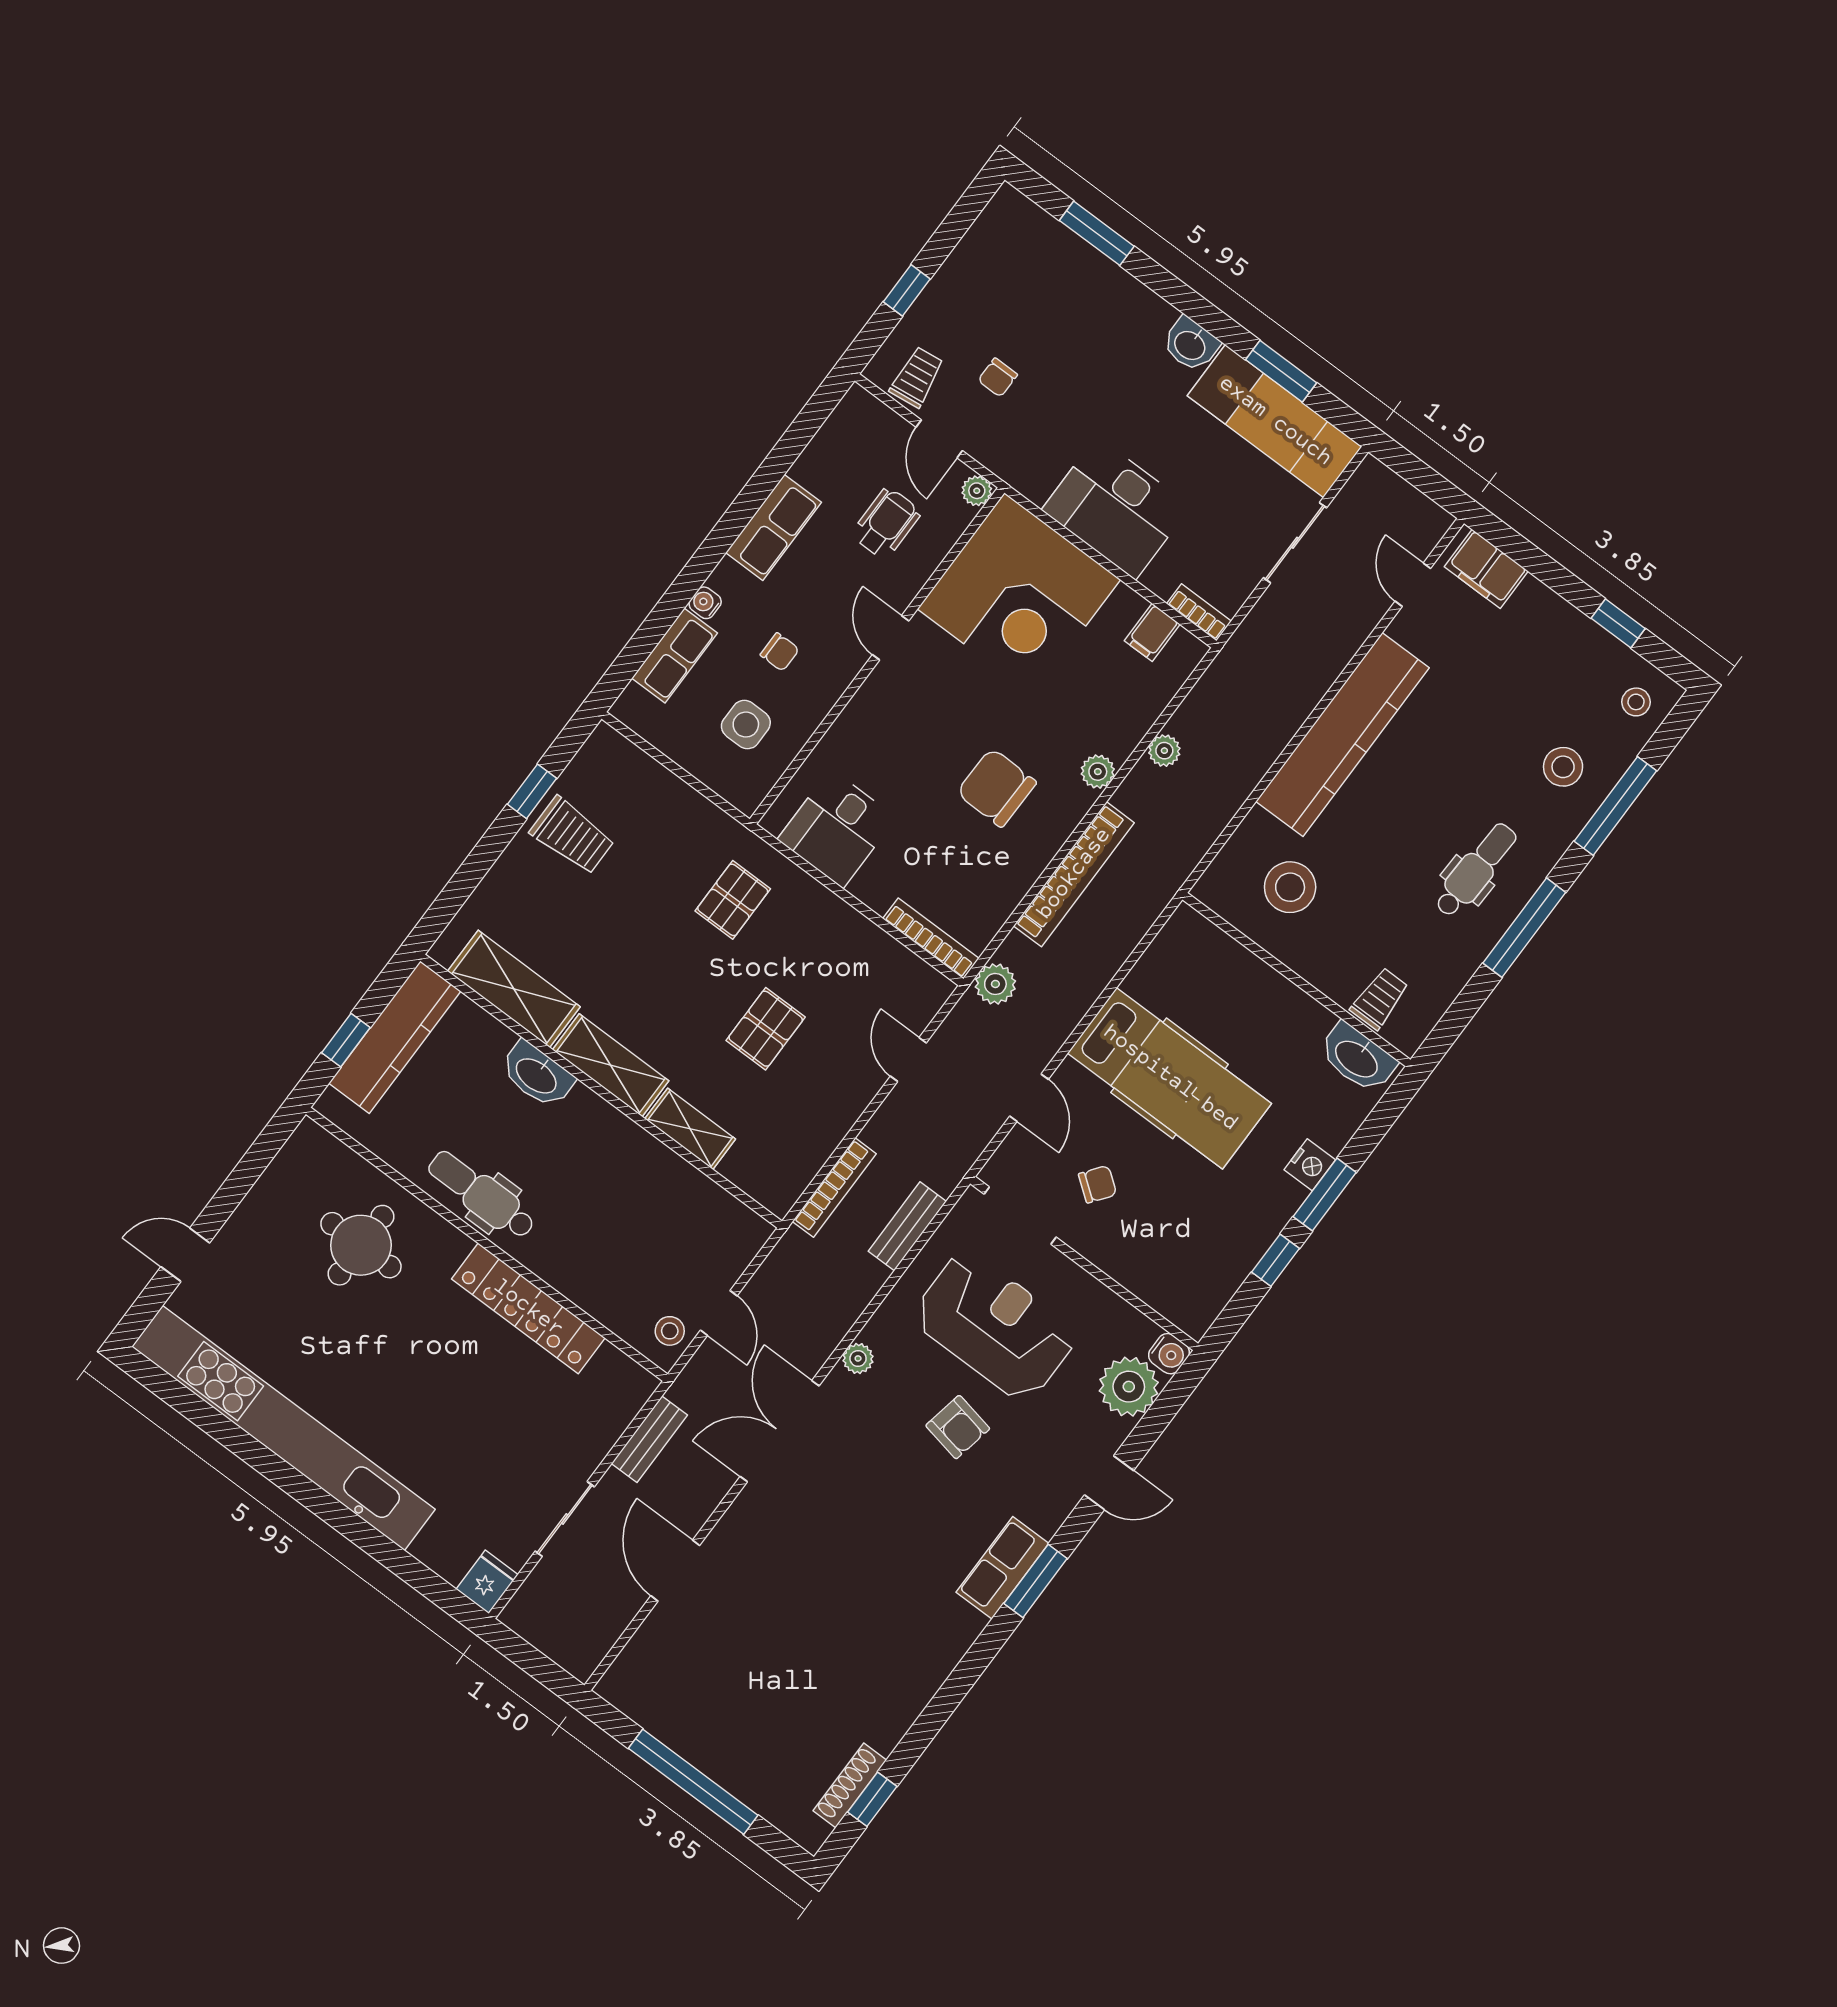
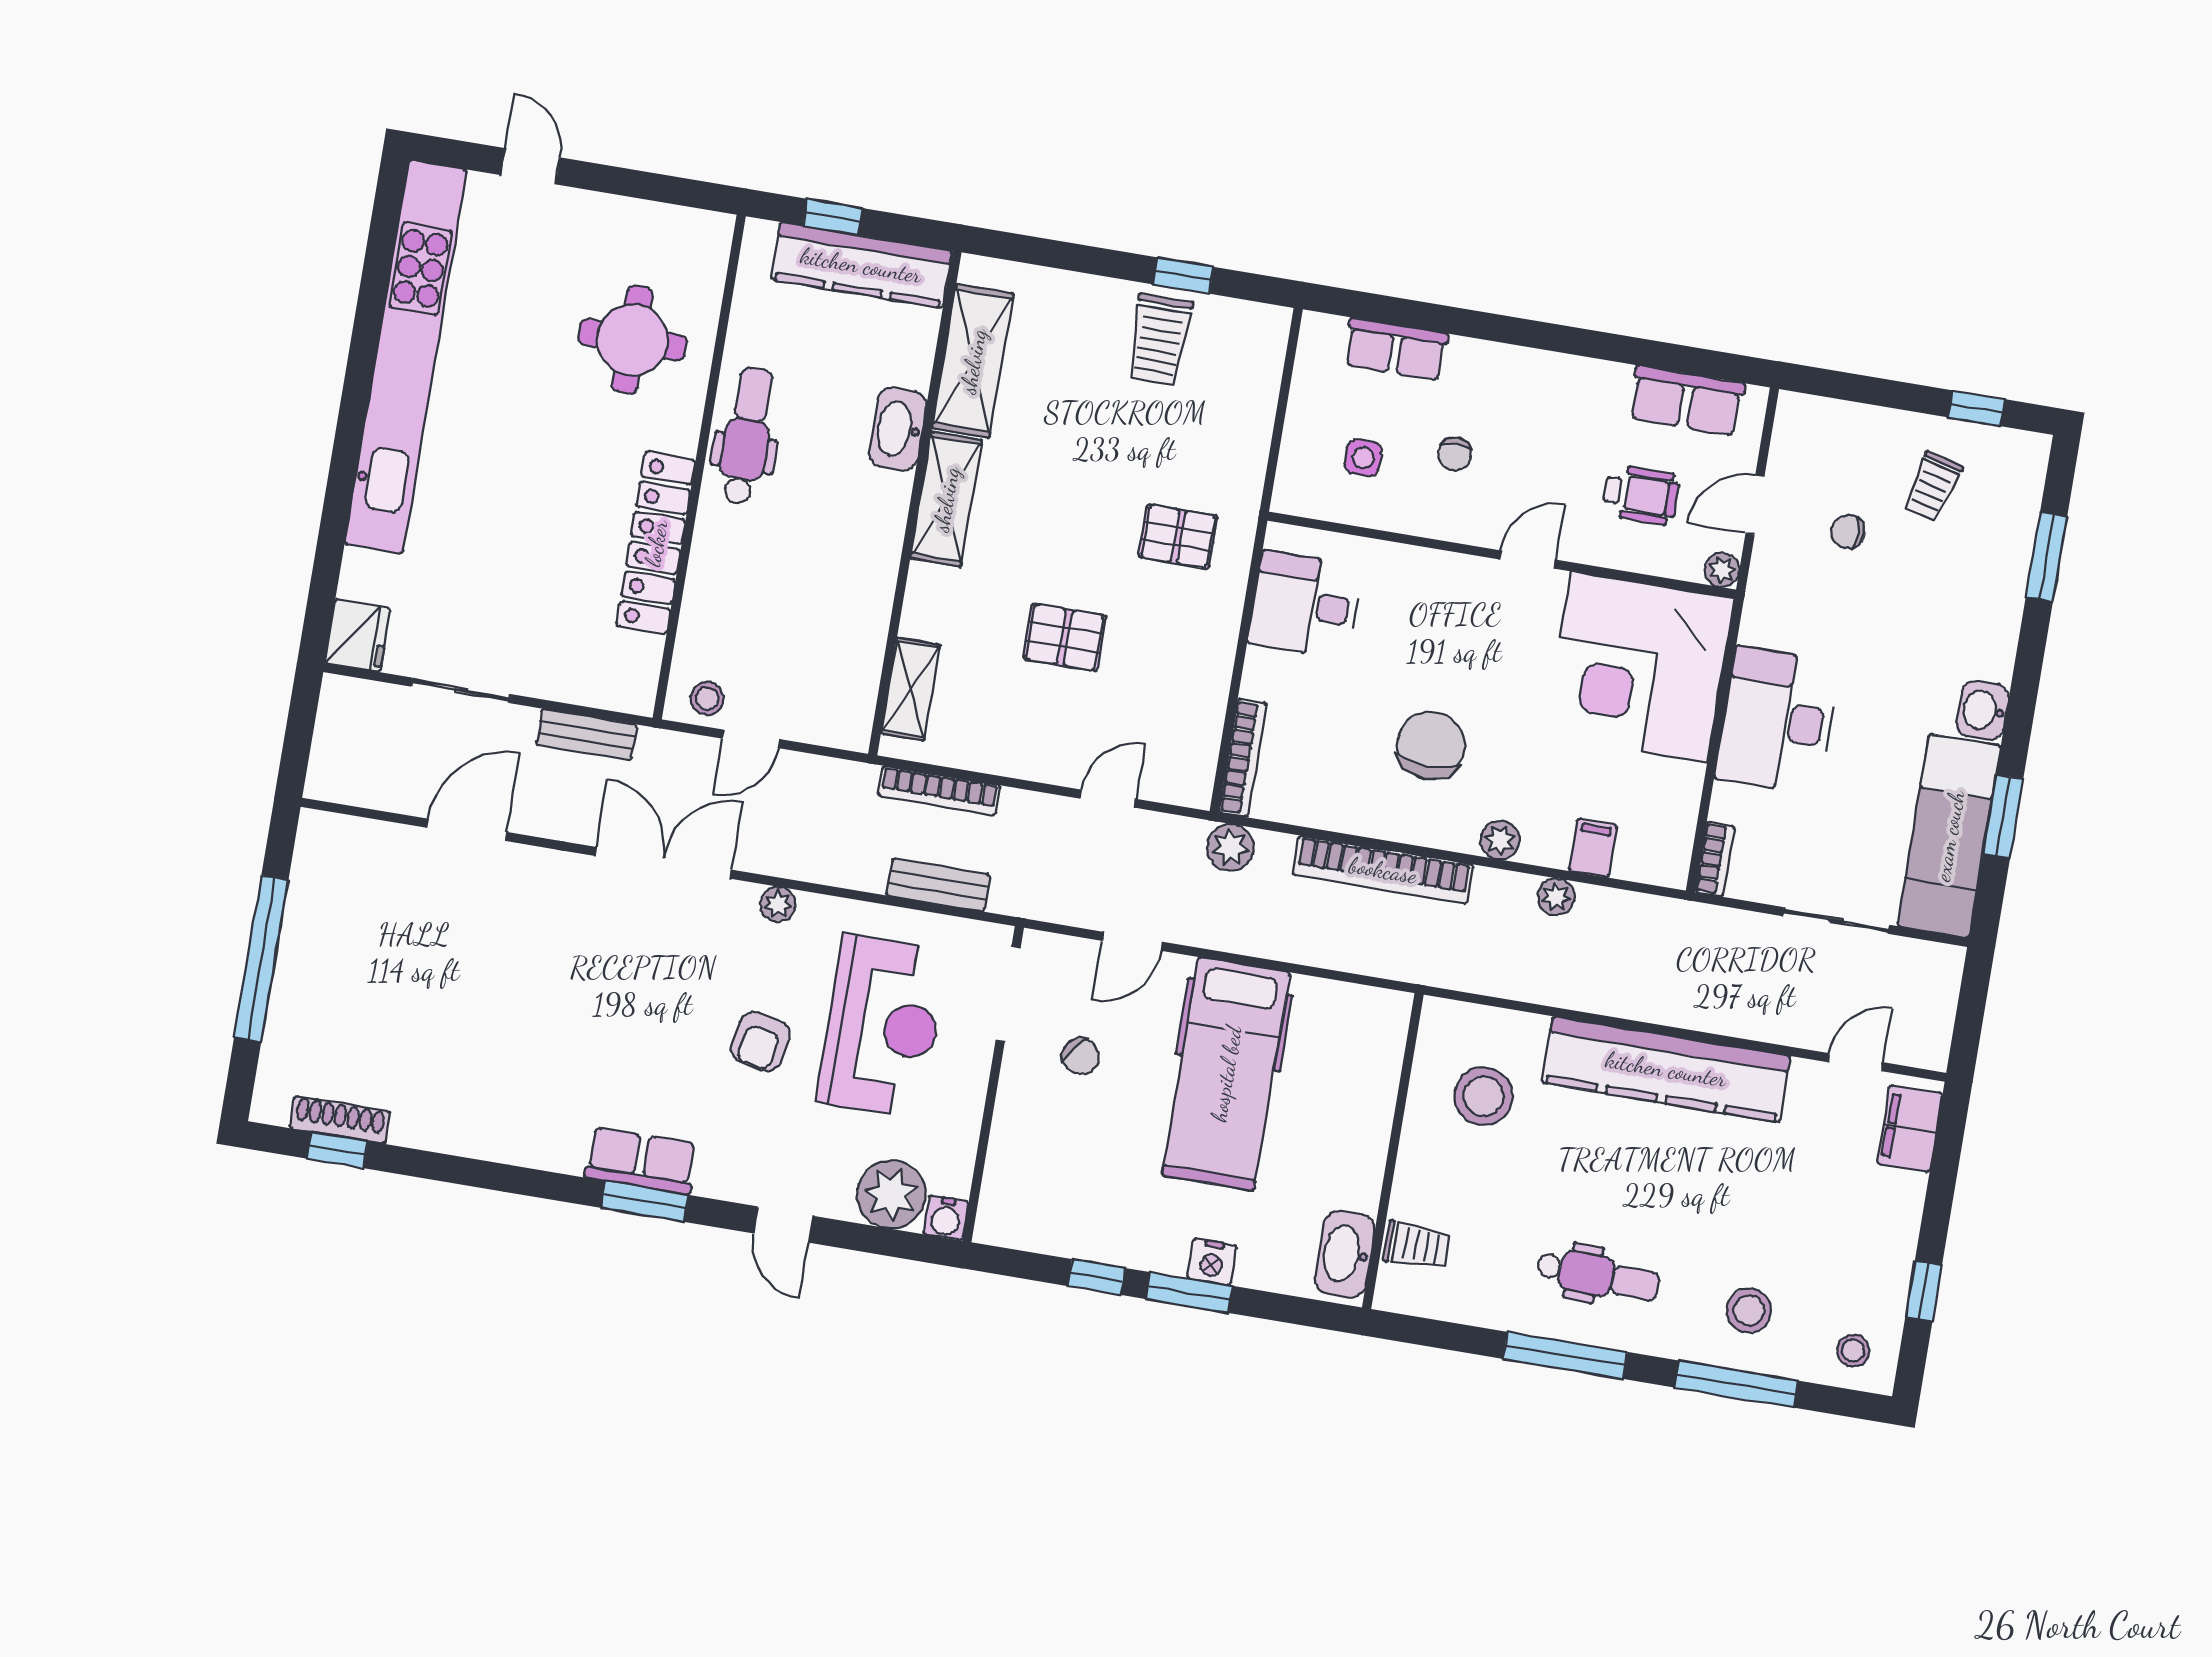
window: (907, 290) -> (1977, 408), moved
trolley: (917, 377) -> (1932, 487), moved, turned 111
row of seats: (774, 527) -> (1687, 401), moved
water cooler: (705, 603) -> (1466, 353), removed
filing cabinet: (1152, 632) -> (1593, 848), moved, turned 90
side table: (746, 725) -> (1363, 458), width x0.73, depth x0.73
shelving: (690, 1129) -> (911, 689), moved
fridge: (487, 1582) -> (358, 635), width x1.38

